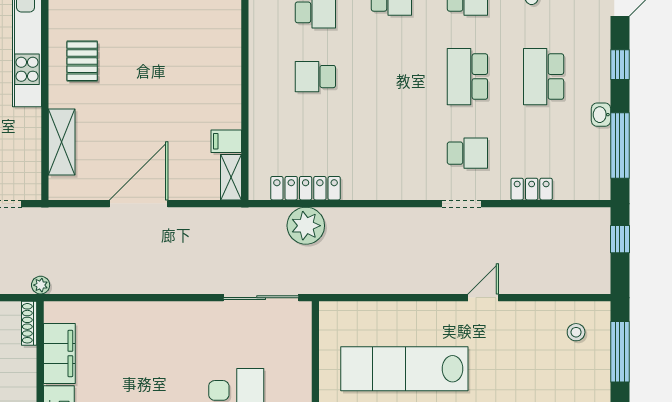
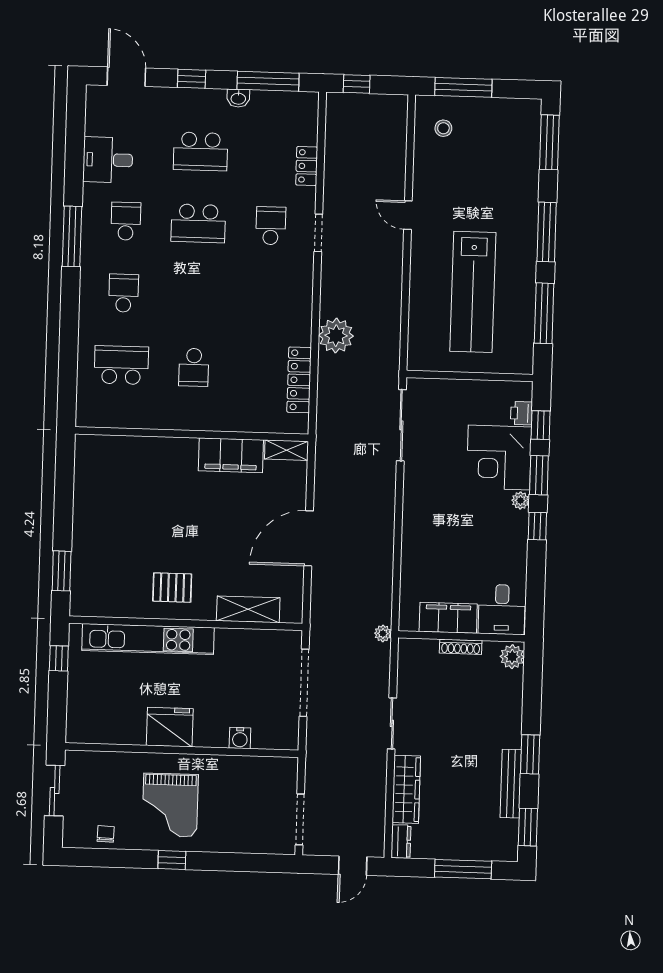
filing cabinet: (226, 141) -> (231, 455), width x3.00, depth x1.17
door: (139, 204) -> (309, 538), hinge flipped
plant: (306, 226) -> (336, 336), moved
shoe rack: (29, 323) -> (461, 647), moved

